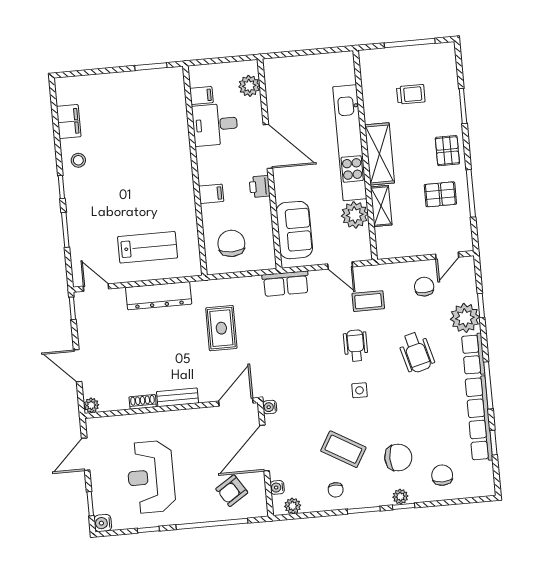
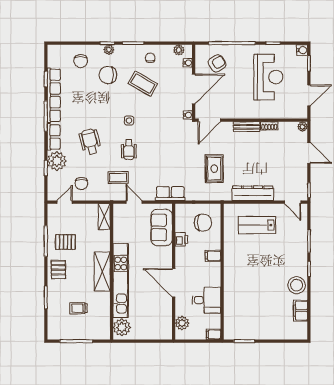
filing cabinet: (201, 96) -> (213, 334), moved
stool: (78, 160) -> (297, 285), width x1.89, depth x1.89
printer: (260, 187) -> (181, 239), moved
shelving: (381, 206) -> (104, 217), moved
plant: (355, 215) -> (122, 327), moved
chair: (231, 243) -> (203, 223), turned -90

